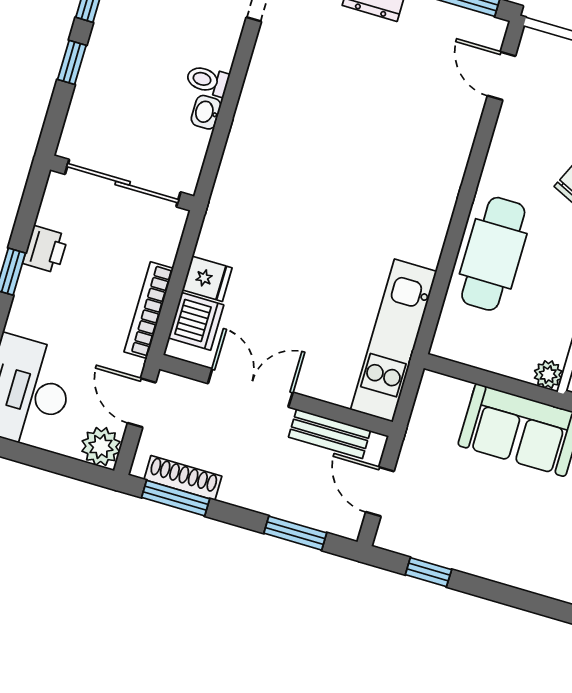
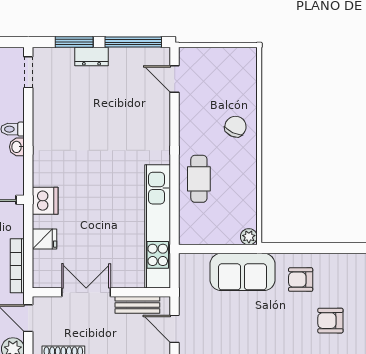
cafe table: (493, 254) -> (199, 179), width x0.73, depth x0.74
dishwasher: (196, 321) -> (45, 201), moved
kitchen unit: (394, 340) -> (158, 226), width x1.36

